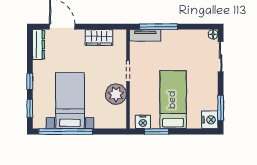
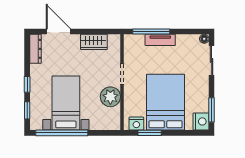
tv unit: (145, 35) -> (160, 40), moved
bed: (173, 100) -> (166, 102), width x1.50

